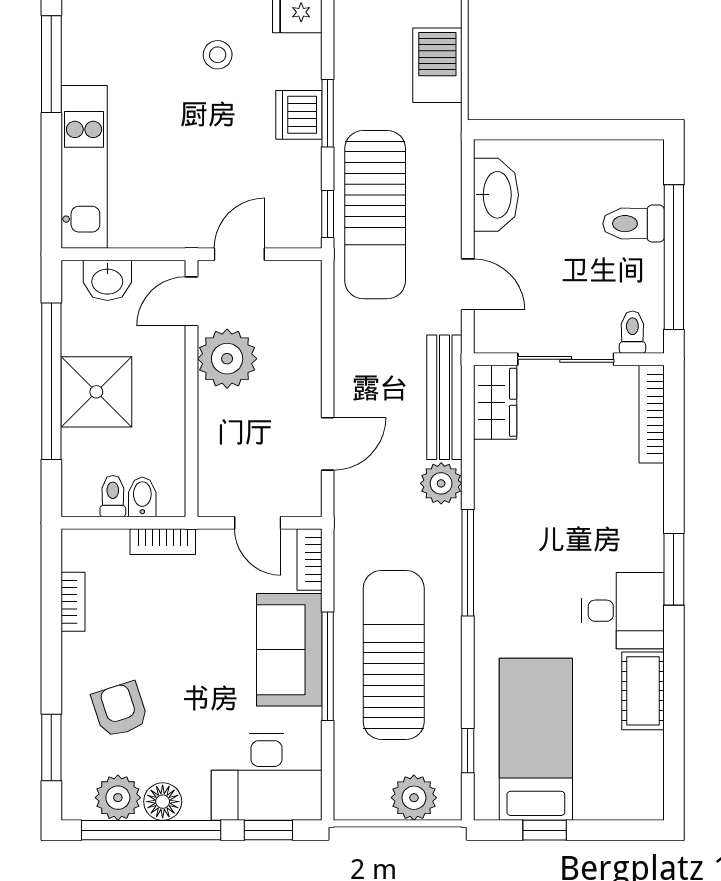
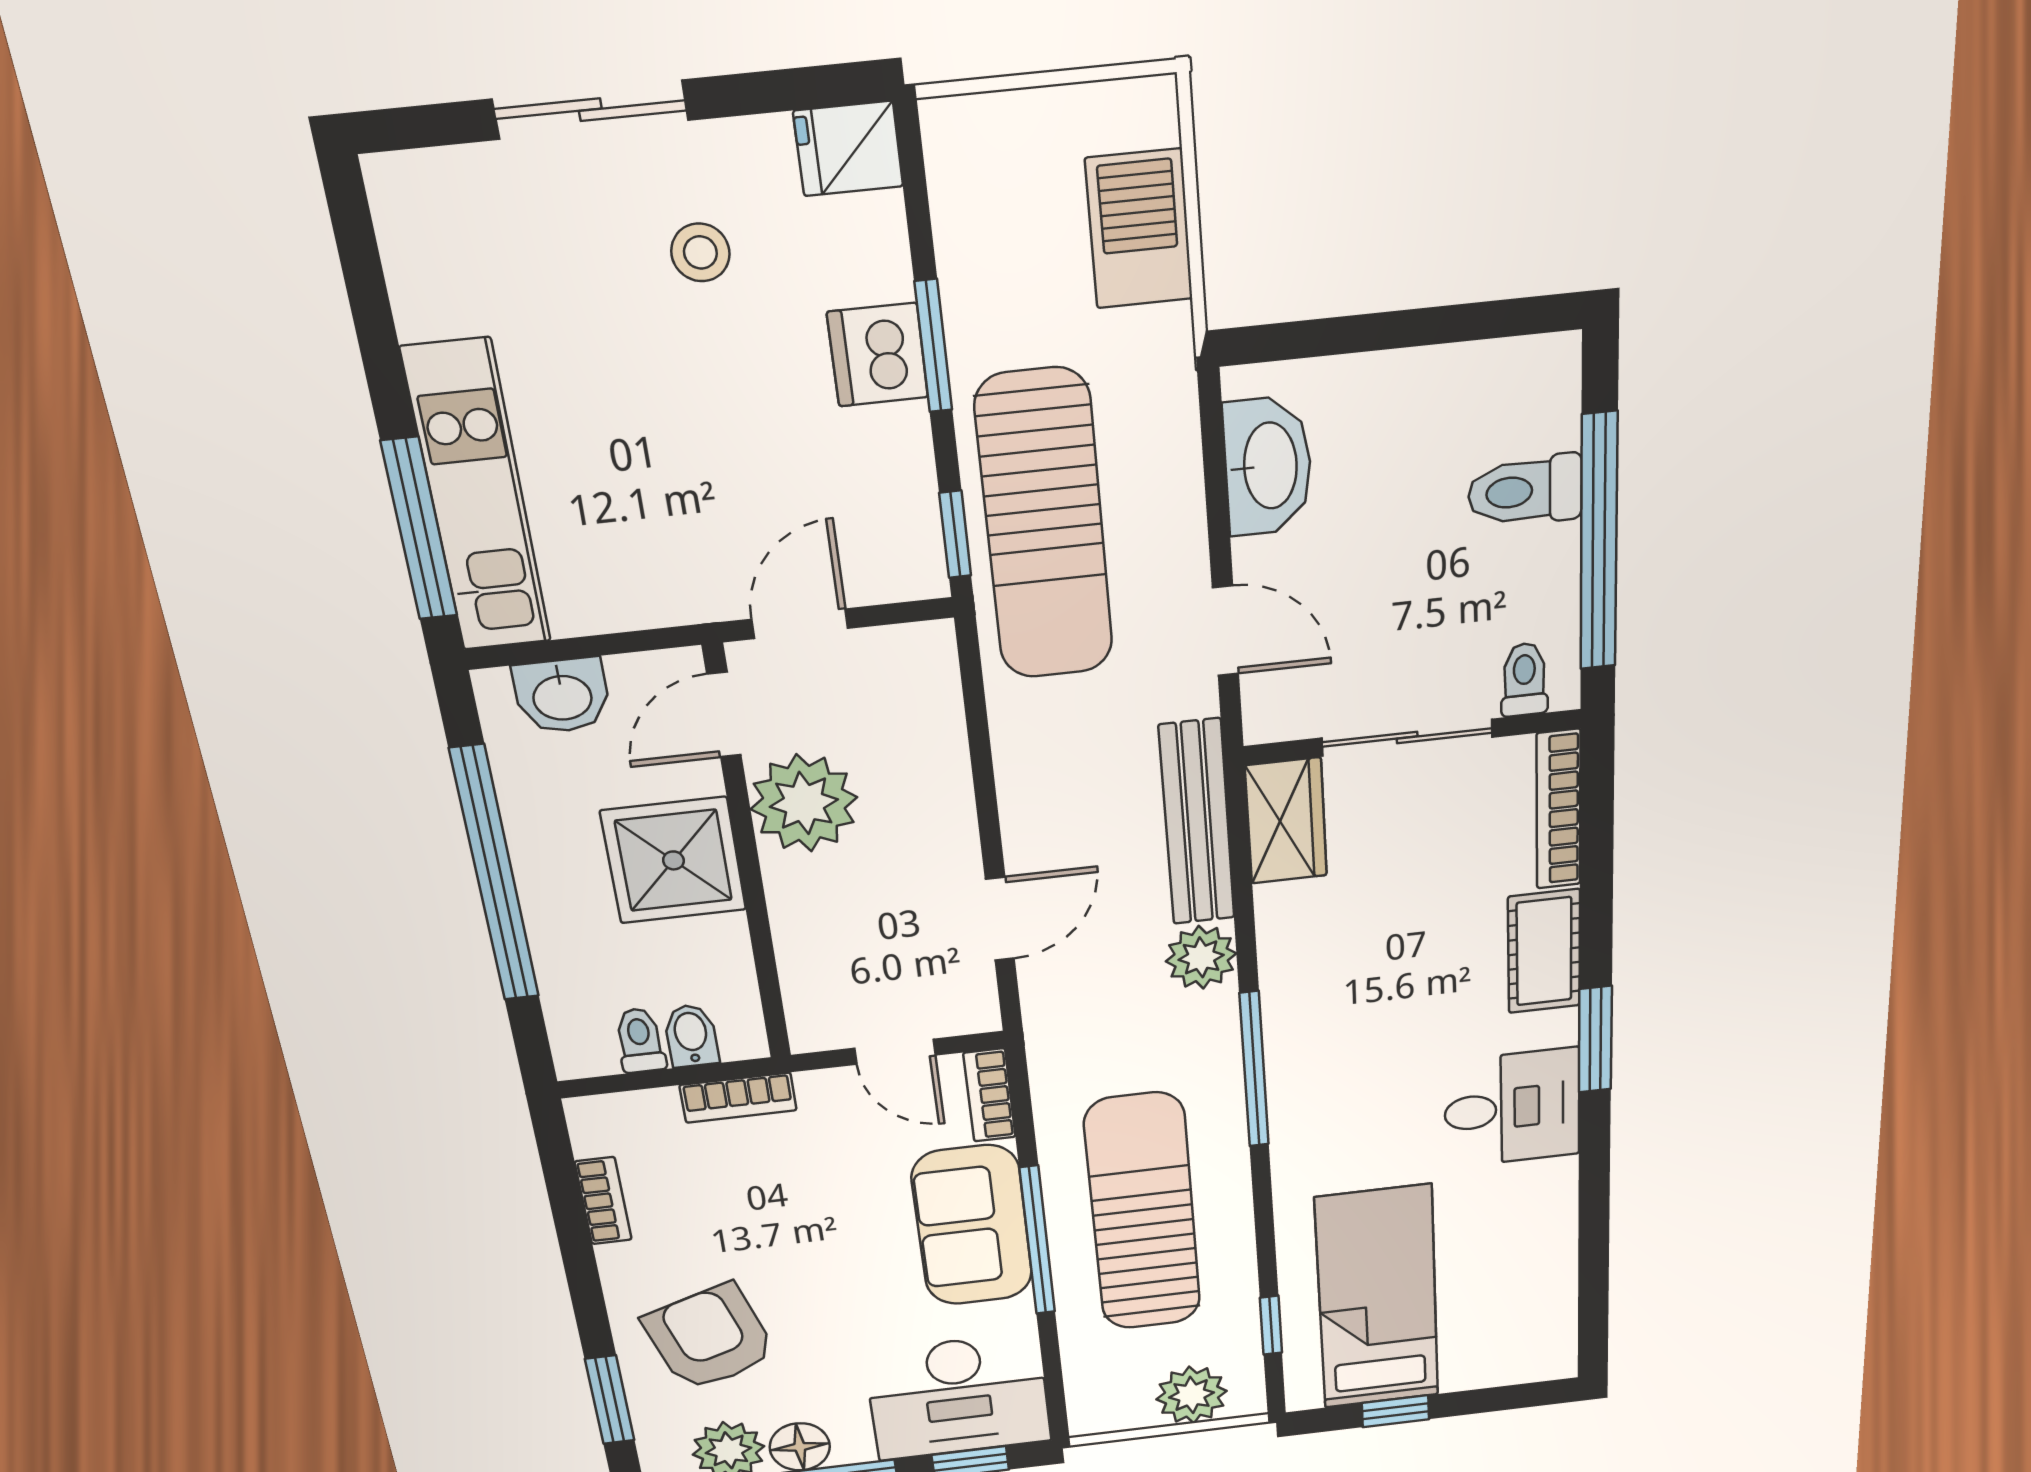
window: (51, 64) -> (419, 529), moved
shower: (96, 392) -> (673, 860), moved
cot: (643, 691) -> (1544, 951), moved
armchair: (120, 710) -> (710, 1338), width x1.38, depth x1.38

